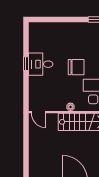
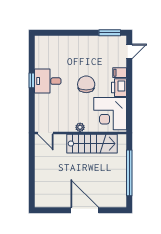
chair: (76, 67) -> (86, 84), turned -90

